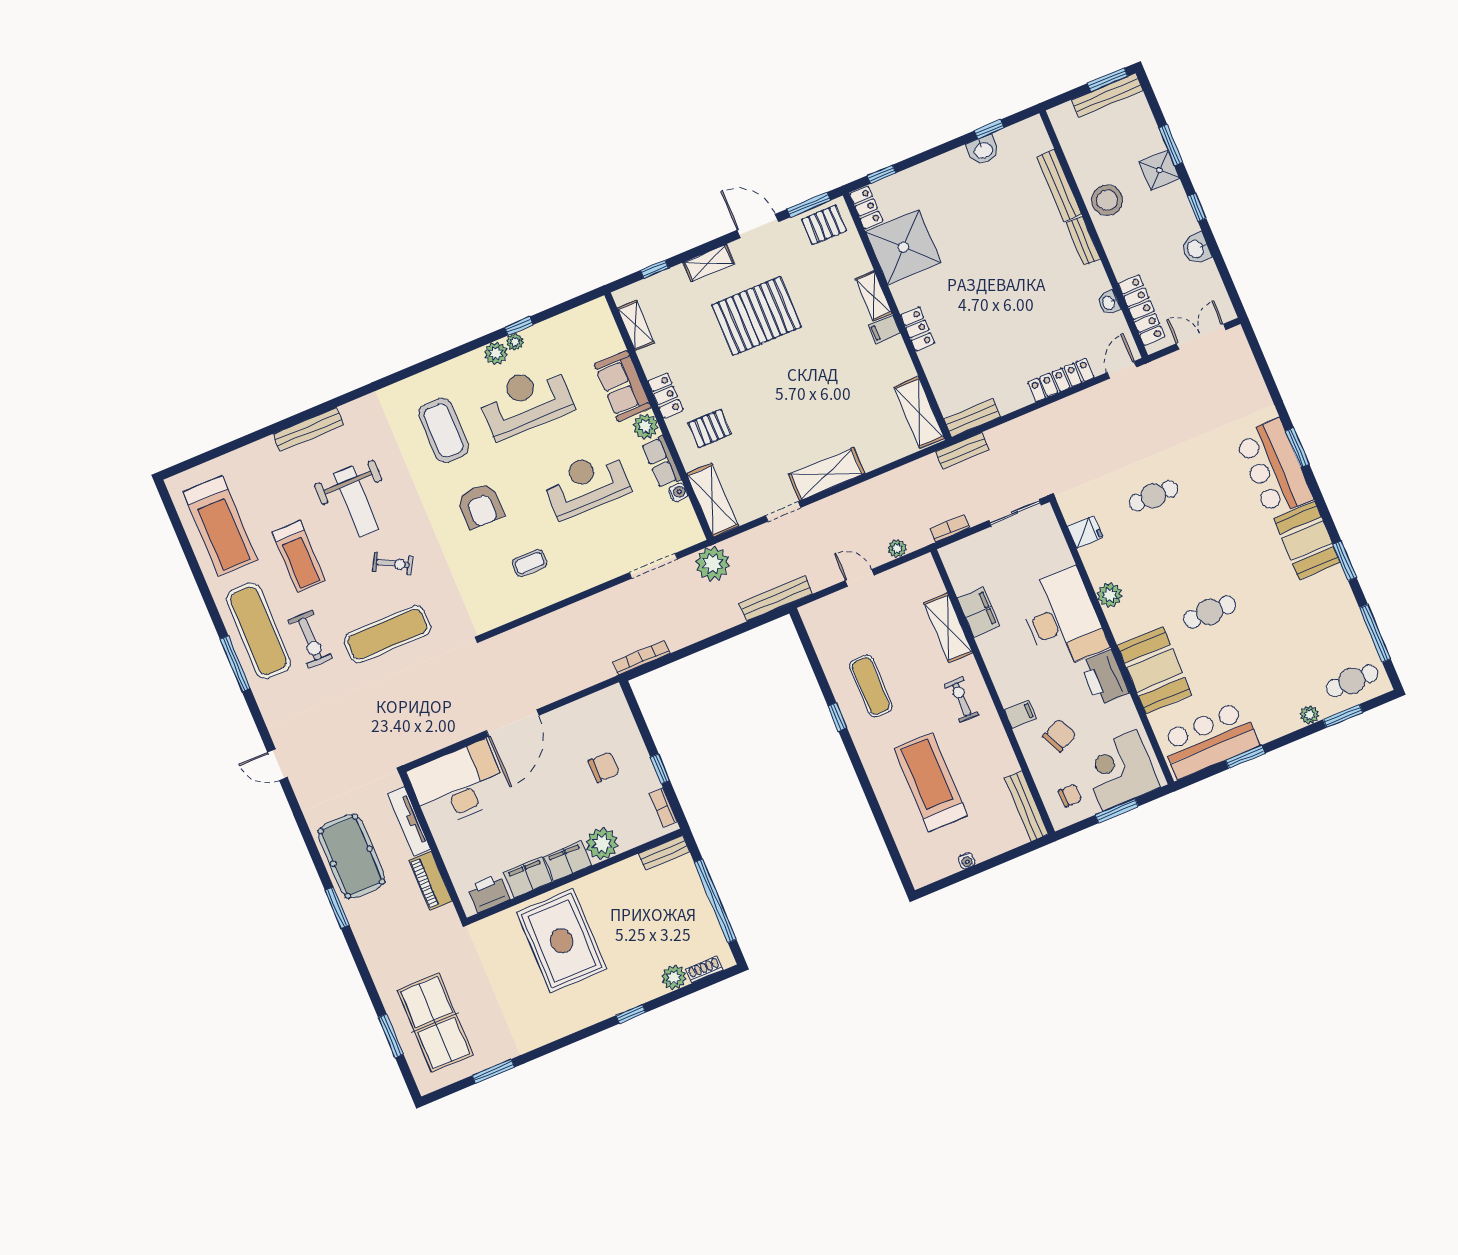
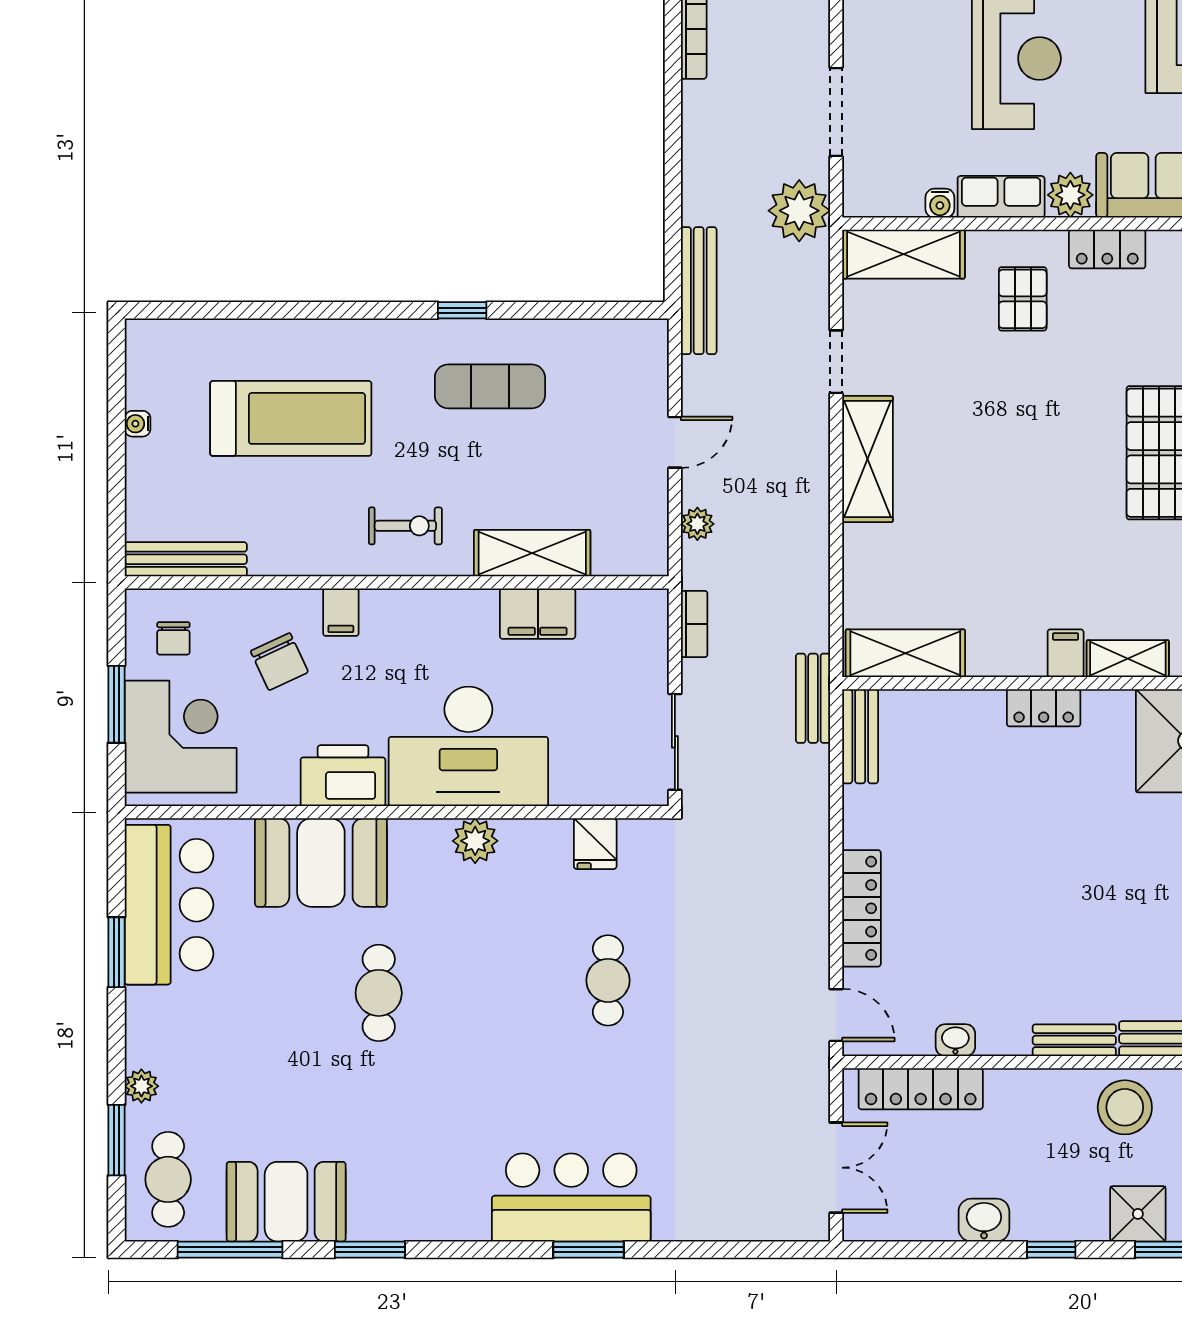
booth: (1307, 540) -> (286, 1202), moved

